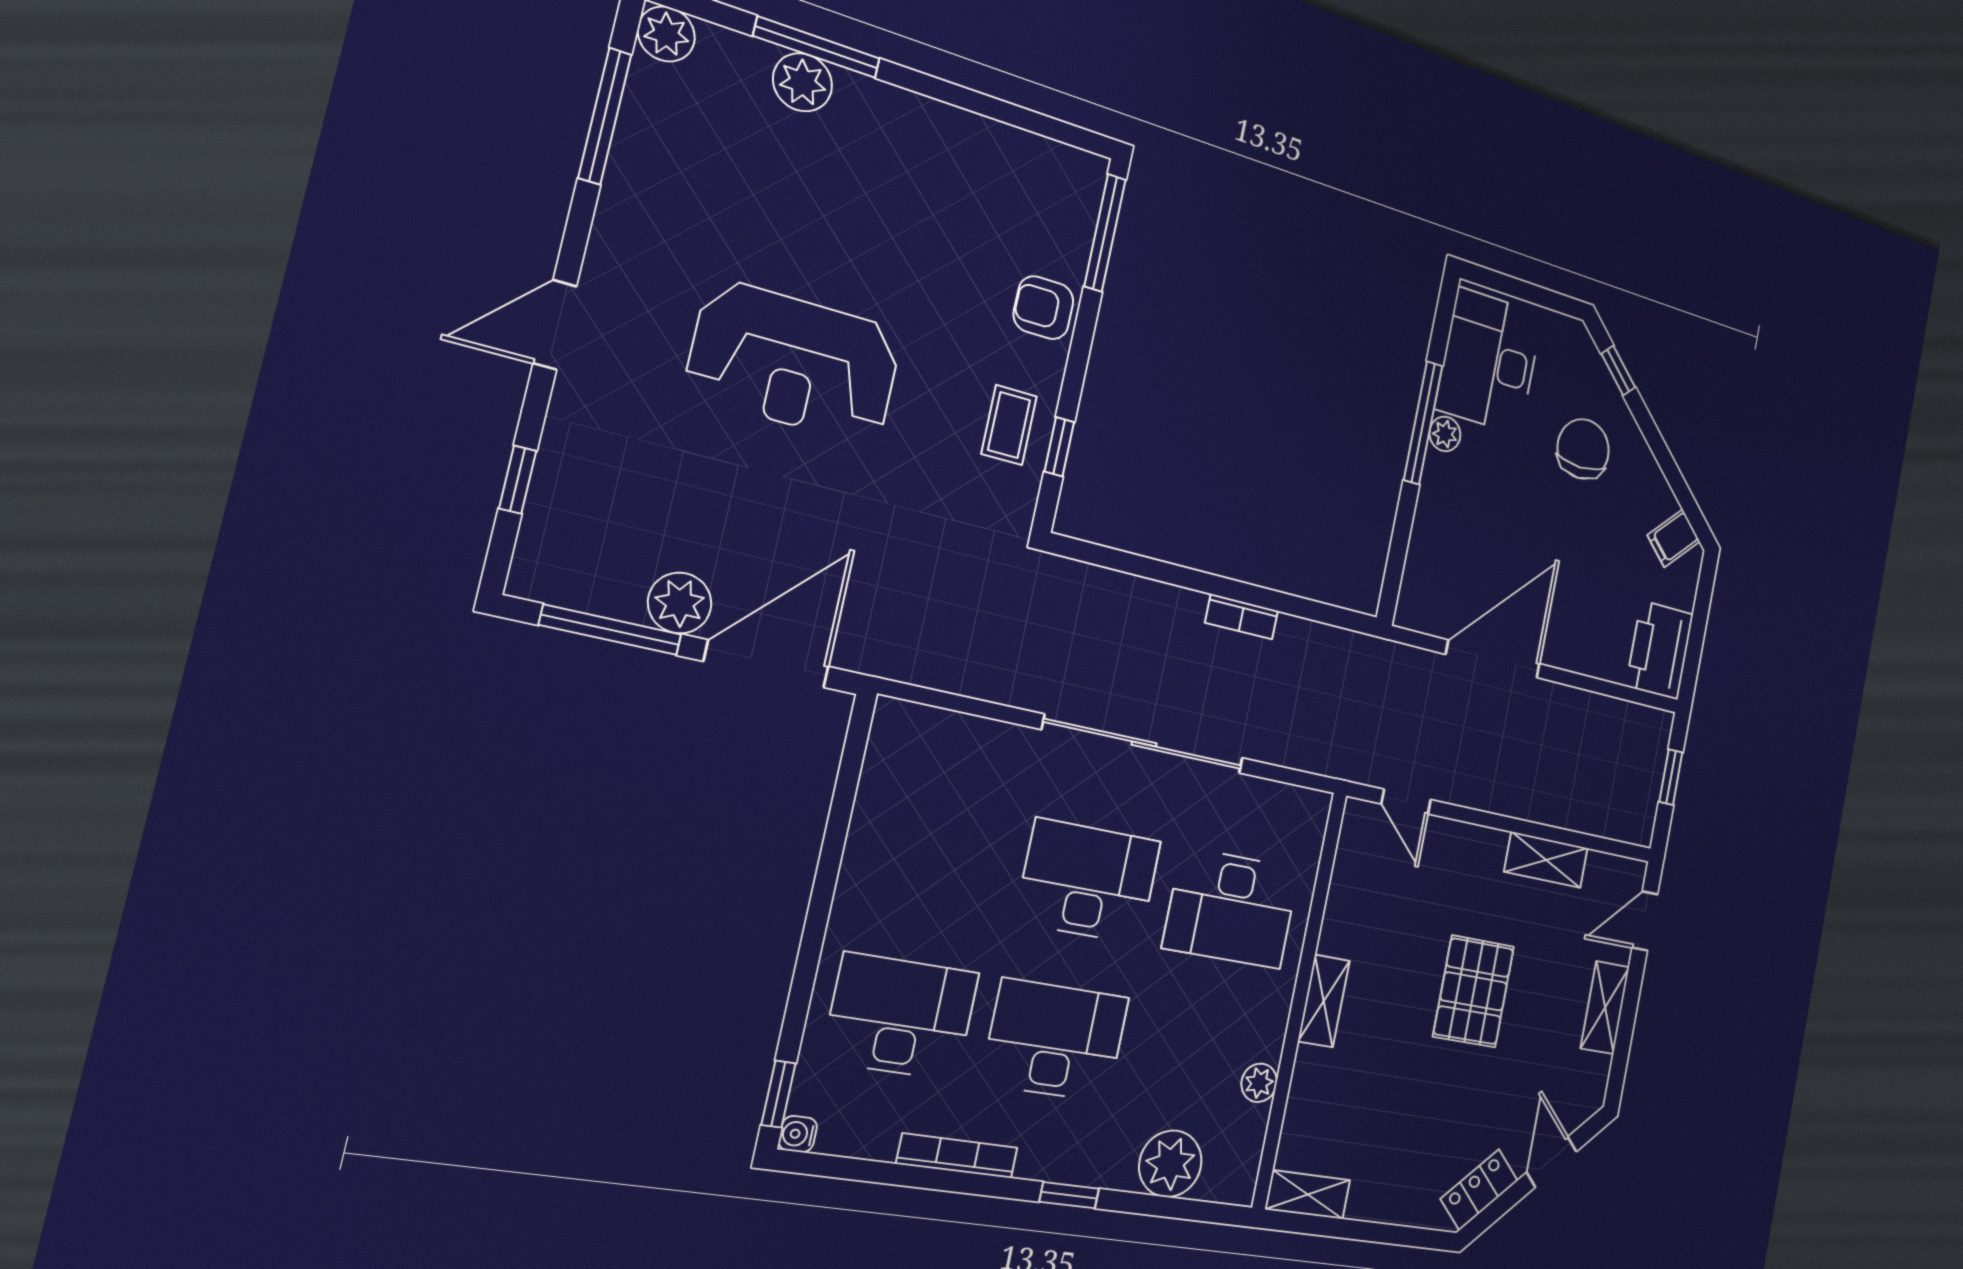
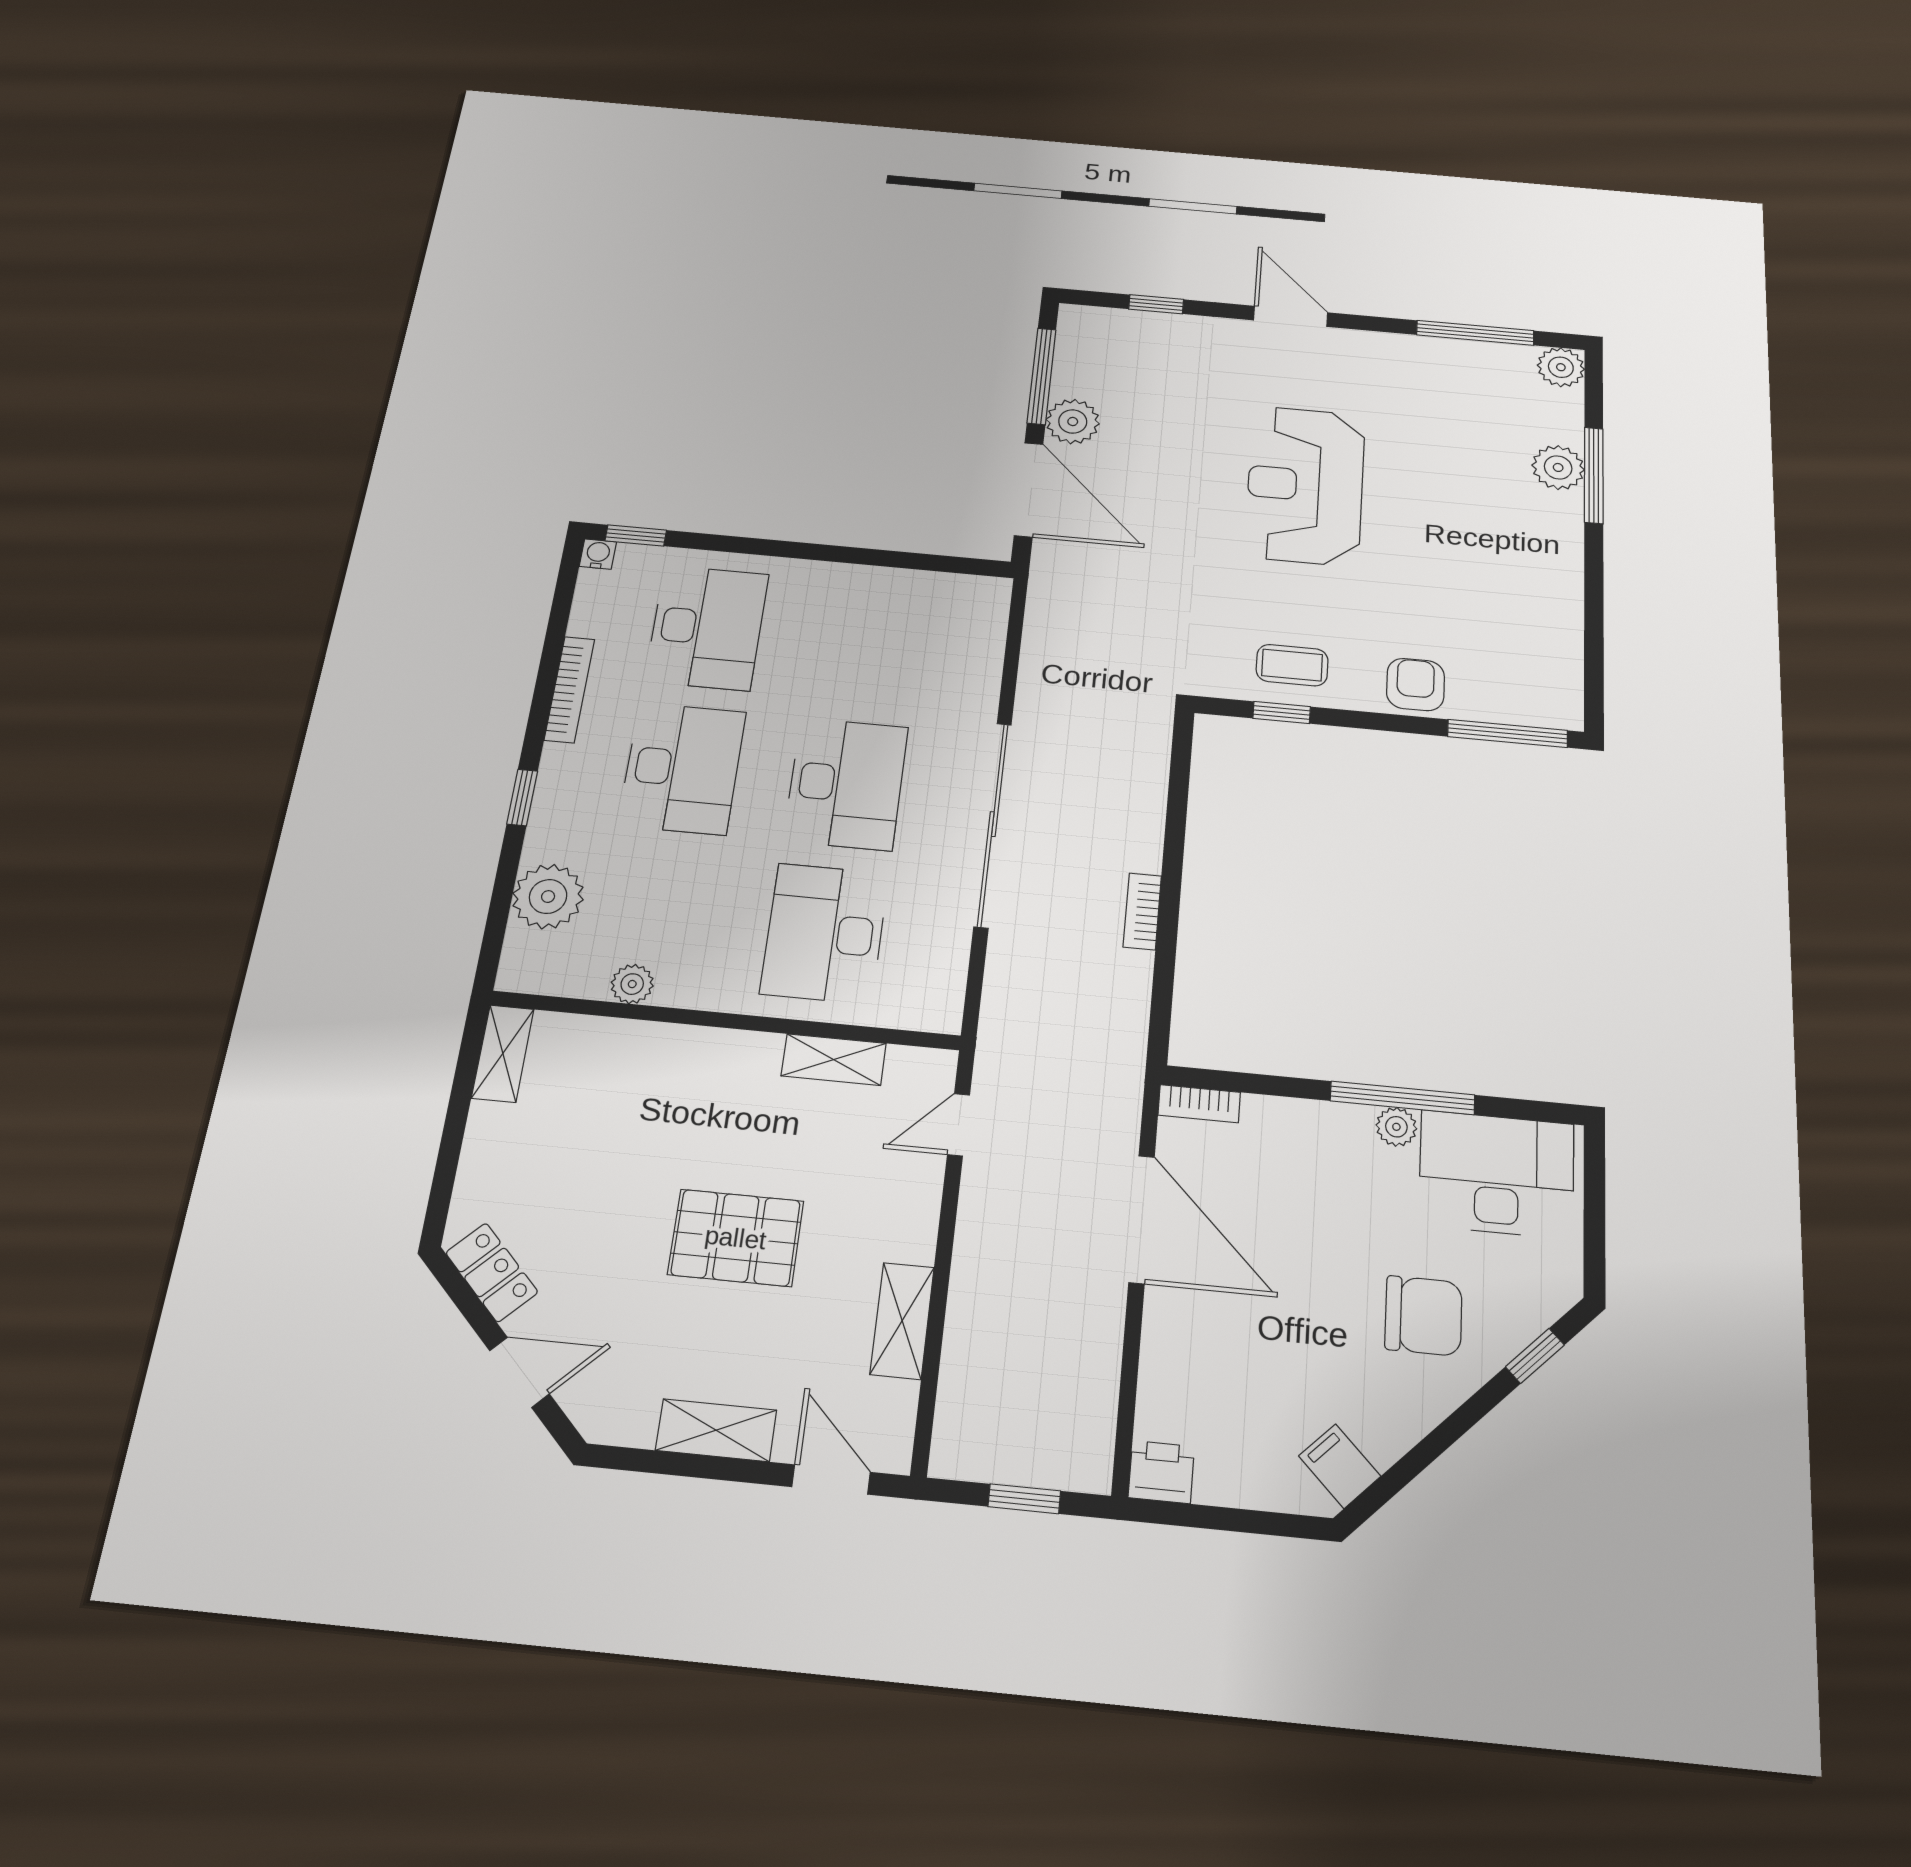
bookcase: (1410, 596) -> (1199, 1104), added
printer: (1660, 650) -> (1161, 1472), width x0.53, depth x0.68
shelving: (1324, 1001) -> (834, 1060), moved

